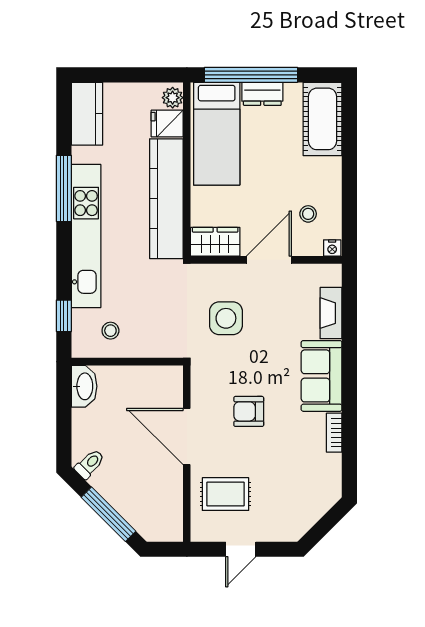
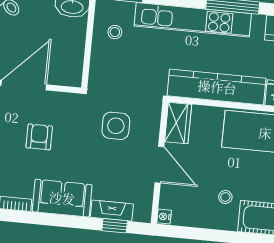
stool: (308, 214) -> (225, 197), moved
window: (349, 308) -> (115, 226), added

